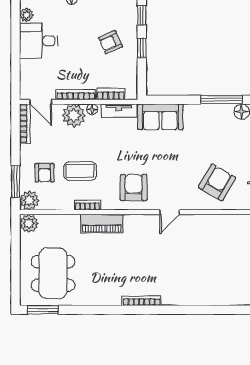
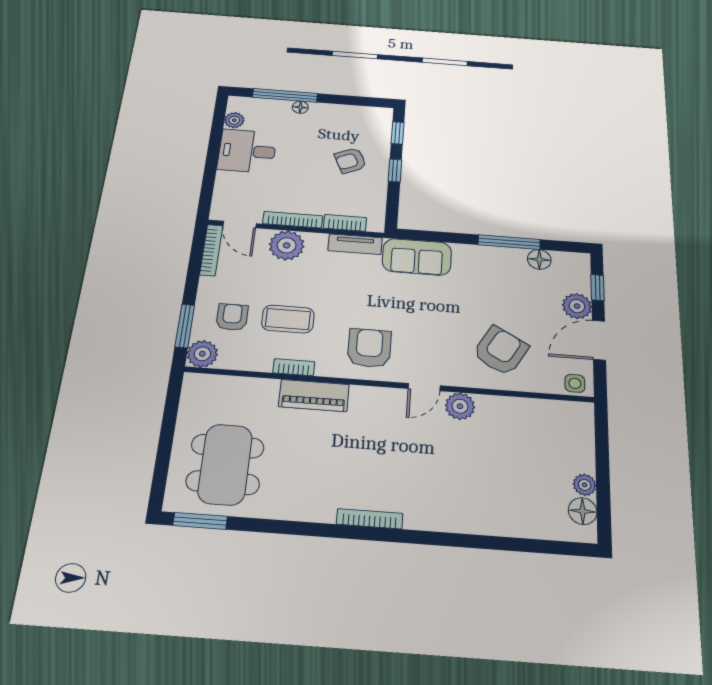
floor lamp: (92, 109) -> (315, 240), removed
armchair: (45, 173) -> (232, 317), turned 180
plant: (29, 223) -> (460, 406), moved

